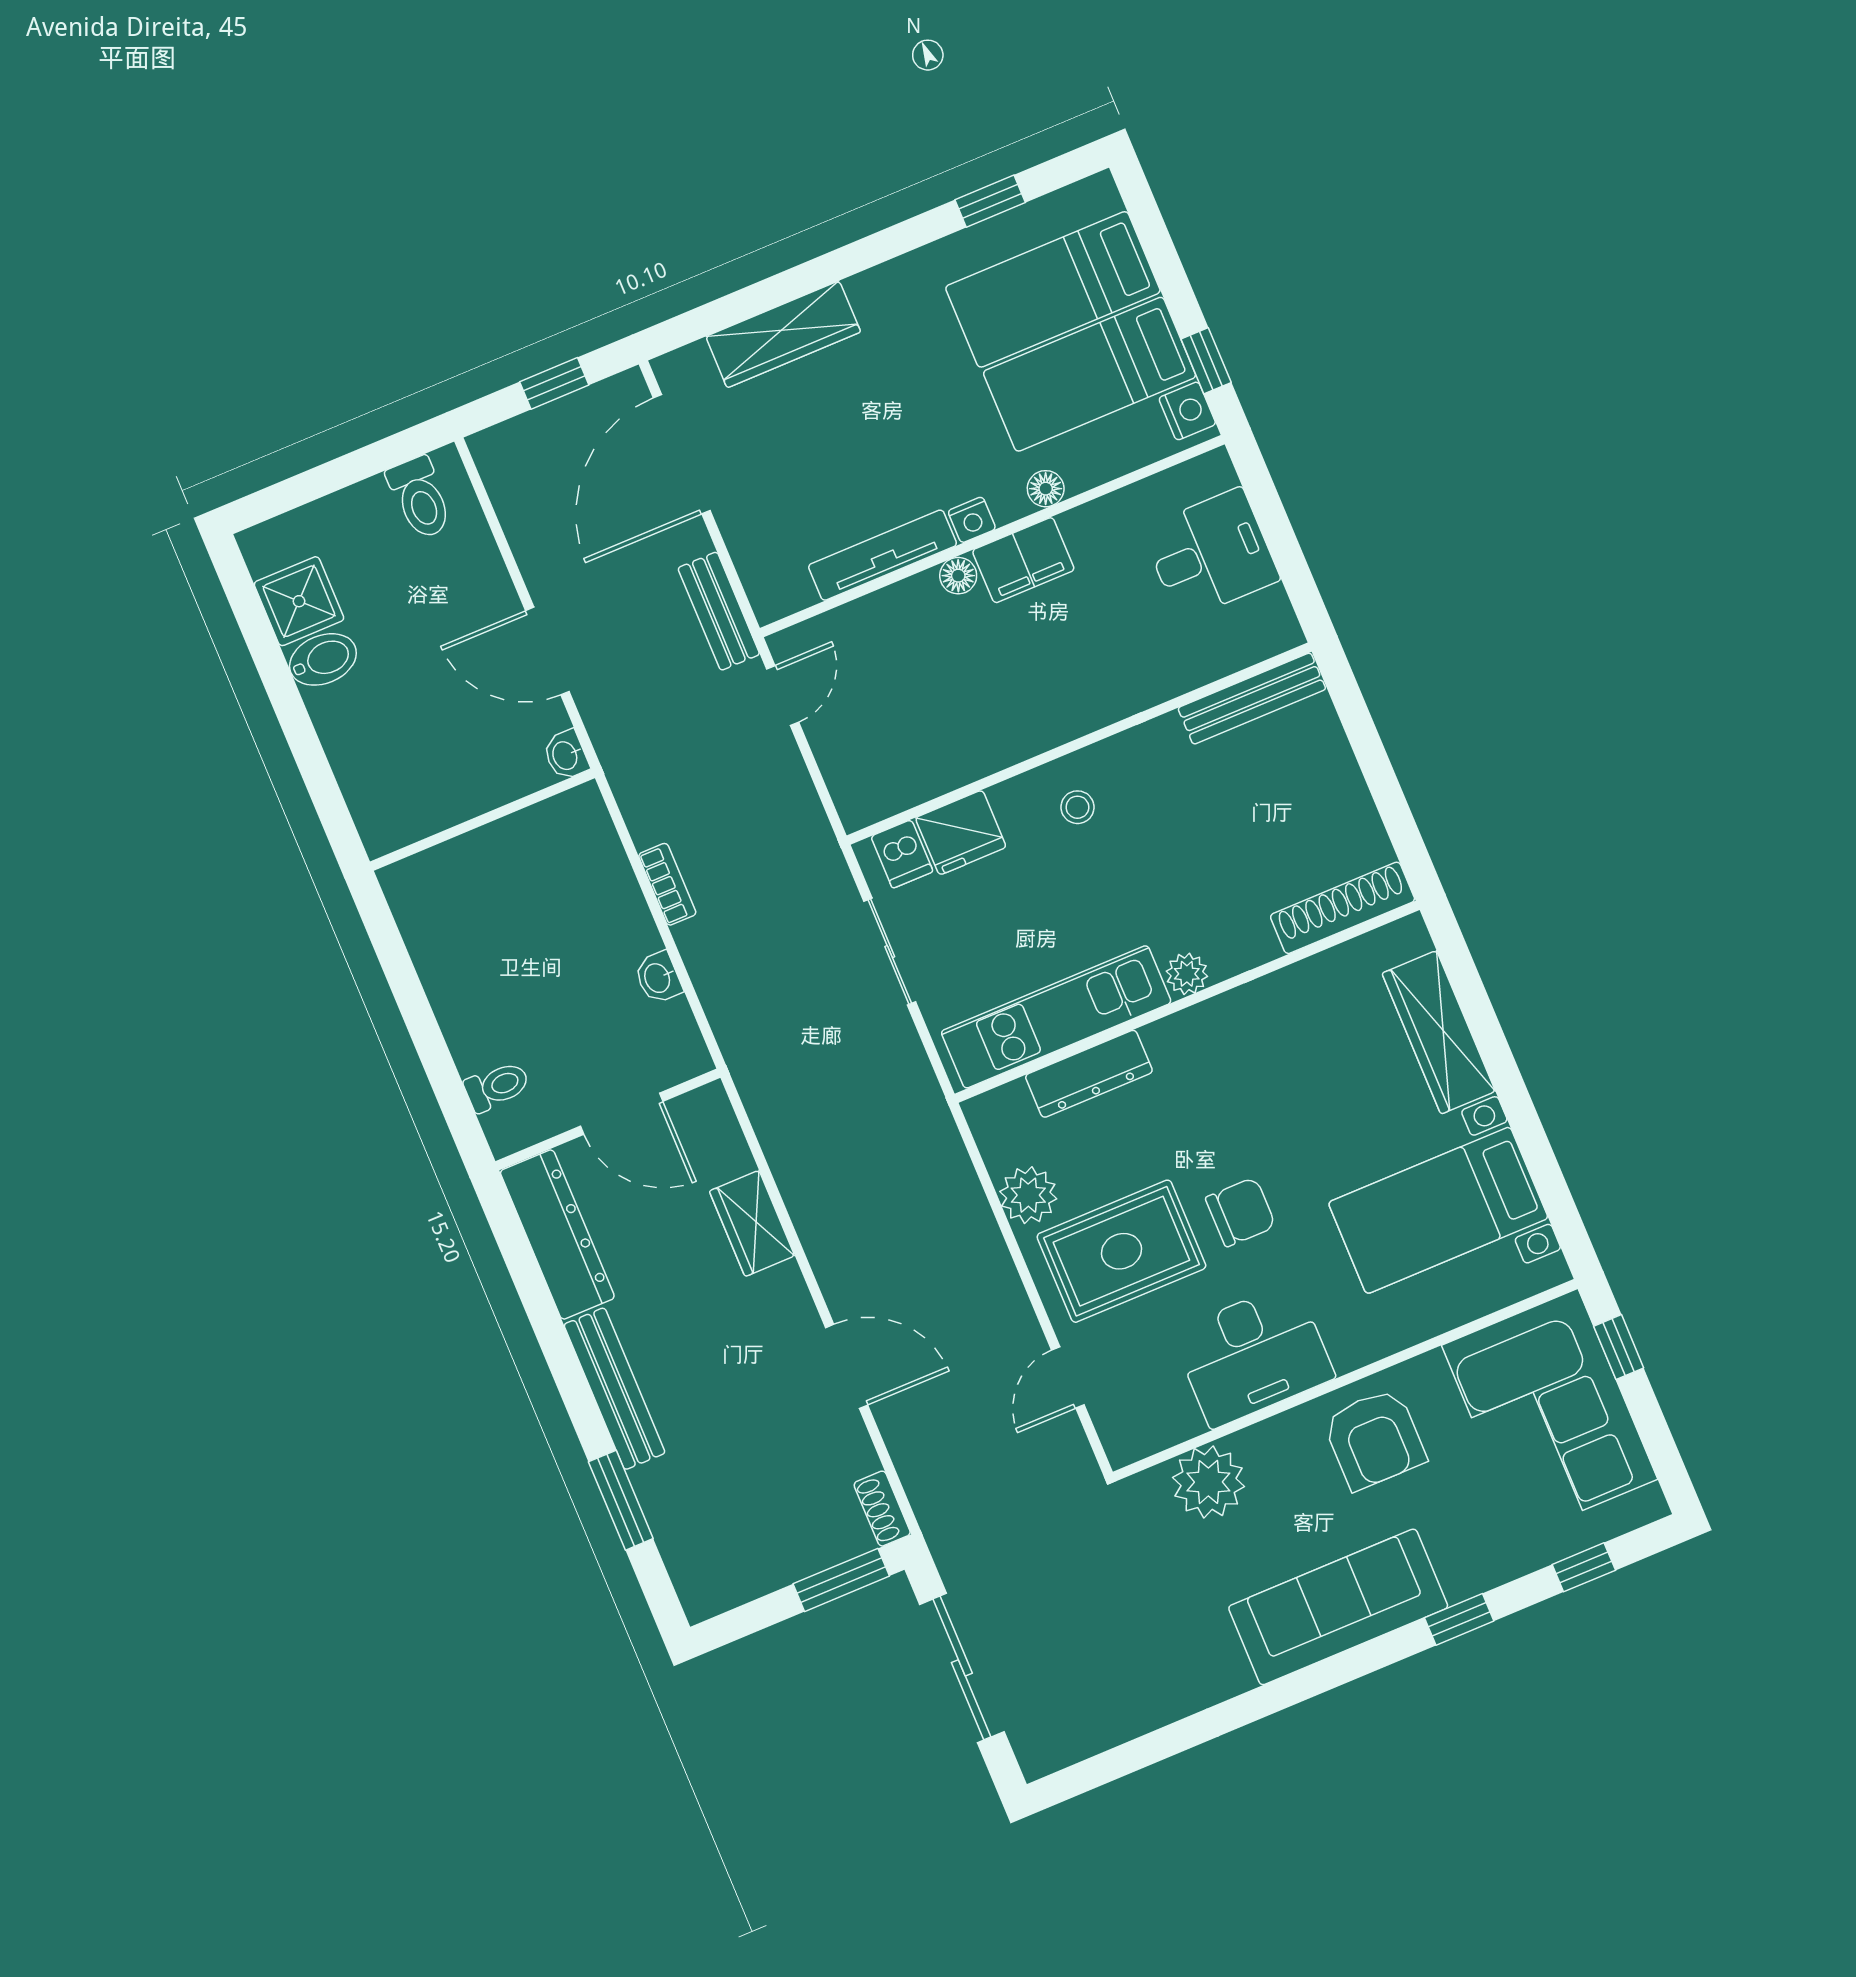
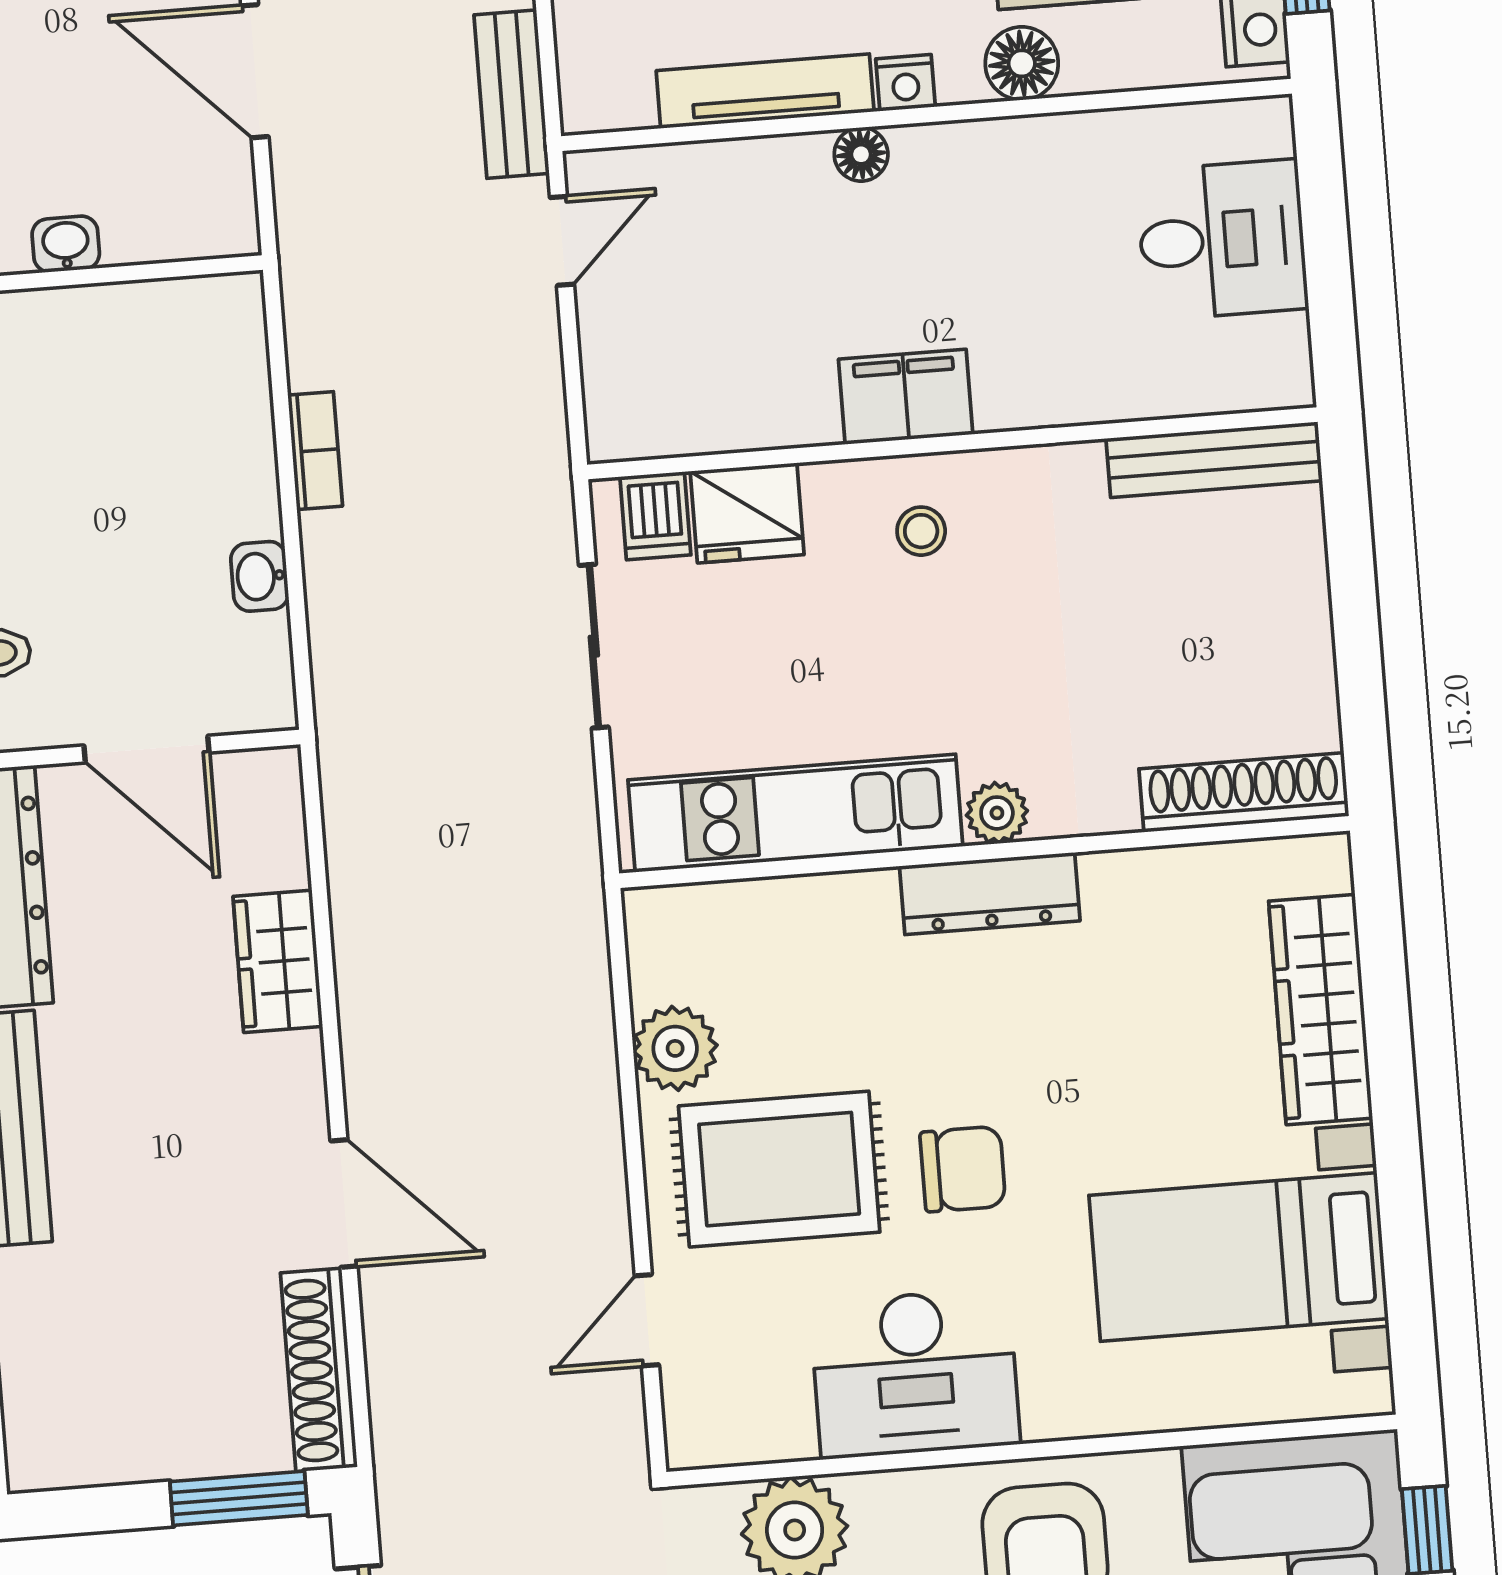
floor lamp: (1046, 489) -> (1022, 63), width x1.37, depth x1.37
filing cabinet: (1023, 560) -> (906, 397), moved, turned 180
washbasin: (566, 755) -> (66, 244), moved, turned 90
dresser: (1089, 1074) -> (990, 893), moved
shoe rack: (882, 1509) -> (319, 1370), width x1.94, depth x1.24

